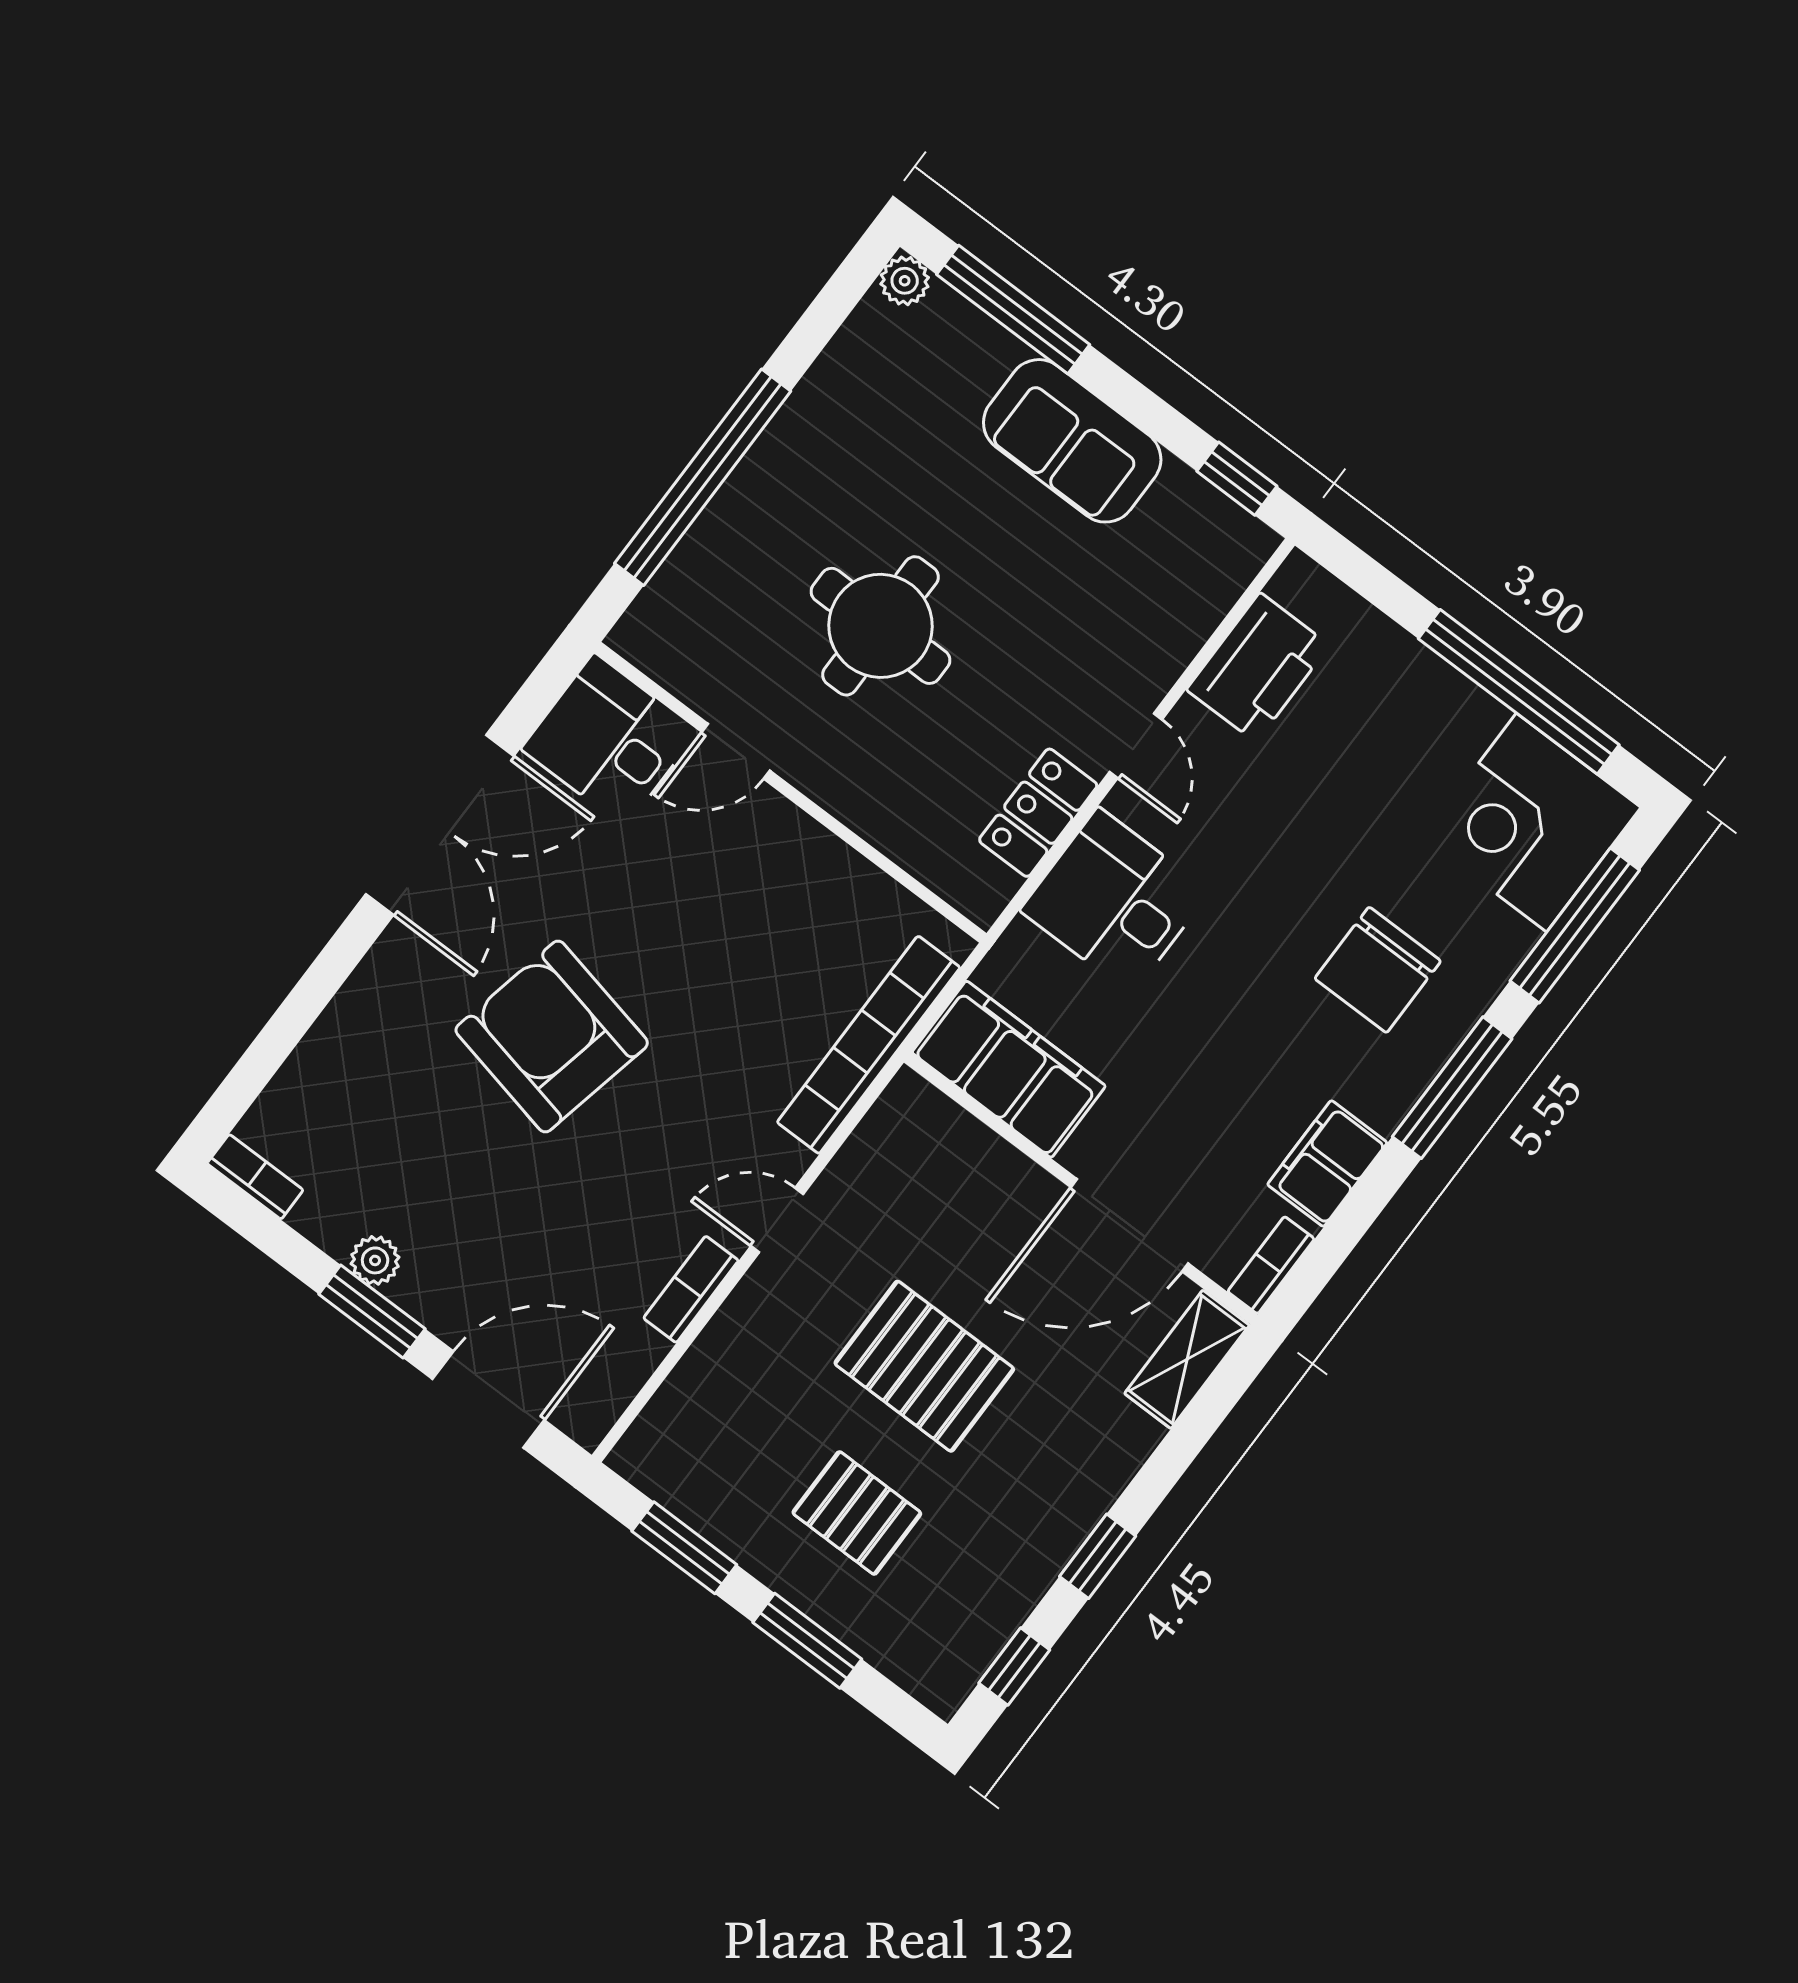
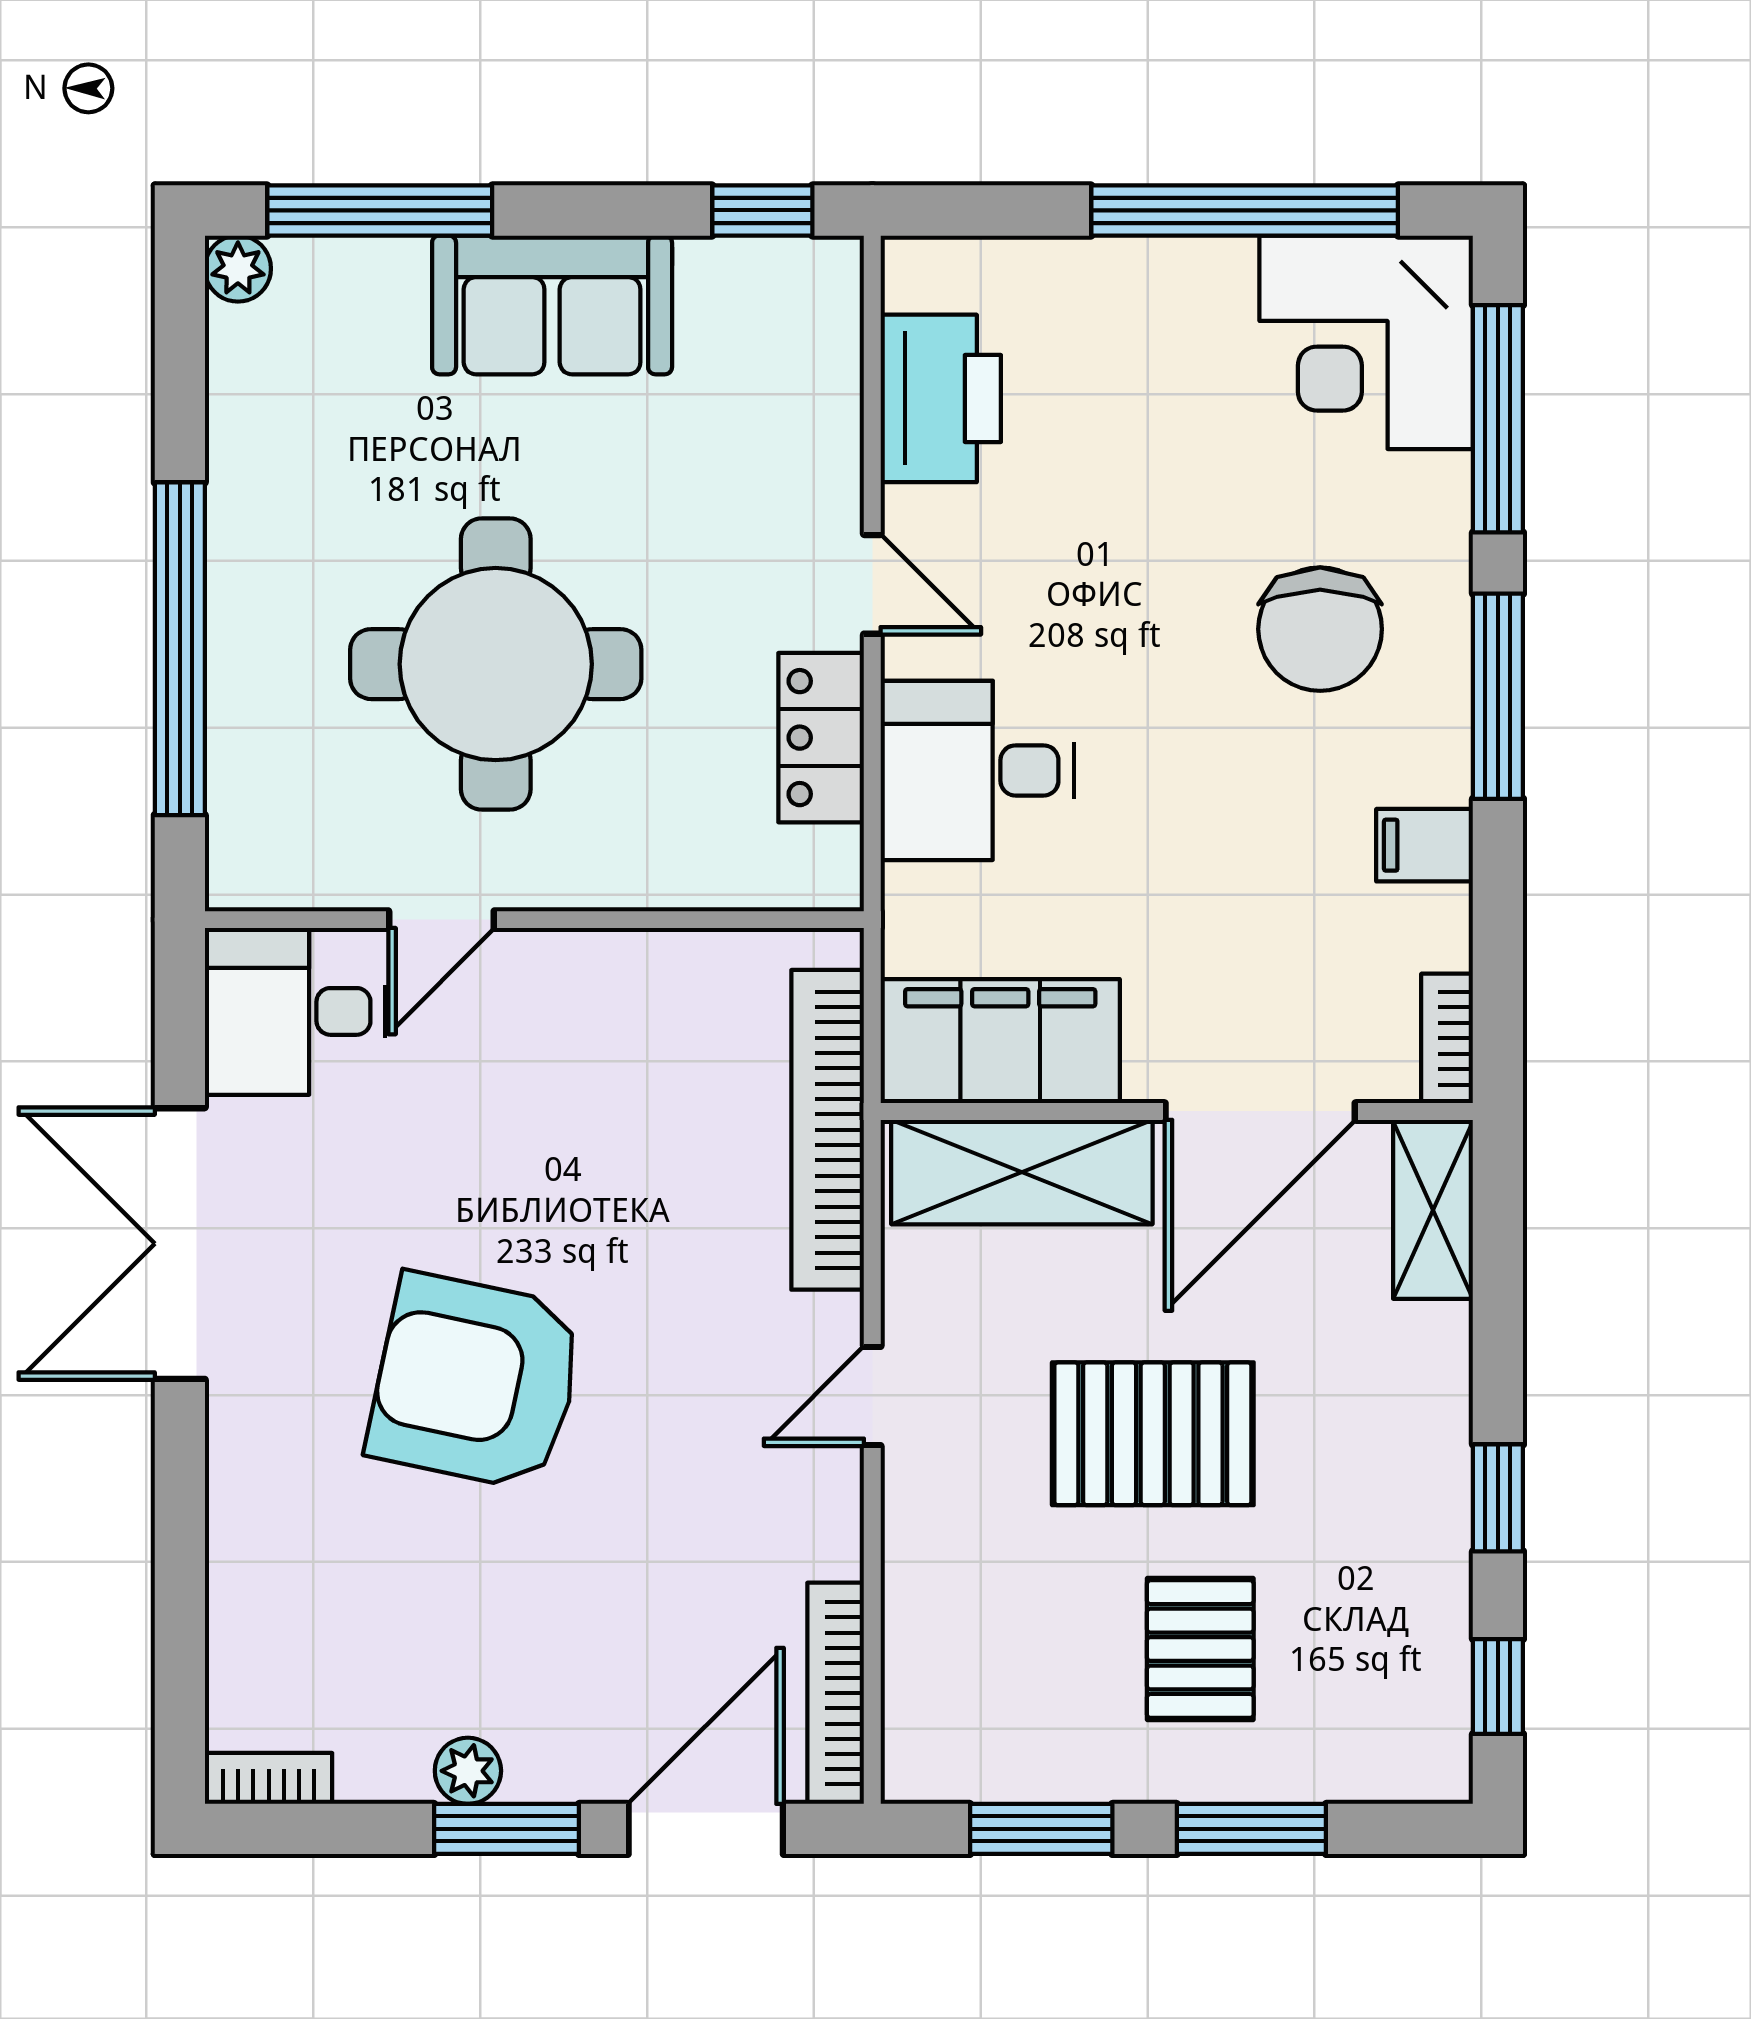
round table: (881, 626) -> (496, 664), width x1.36, depth x1.36
double door: (440, 825) -> (180, 1244), swing flipped
shelving: (963, 1155) -> (1022, 1172), added
filing cabinet: (1327, 1163) -> (1425, 845), width x0.50
bookcase: (691, 1289) -> (836, 1693), moved, width x1.56
pallet: (857, 1513) -> (1200, 1649), turned 90

